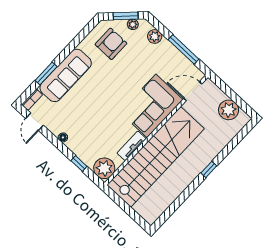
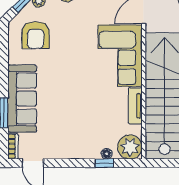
armchair: (111, 44) -> (36, 35), turned 180
floor lamp: (63, 137) -> (107, 154), moved

